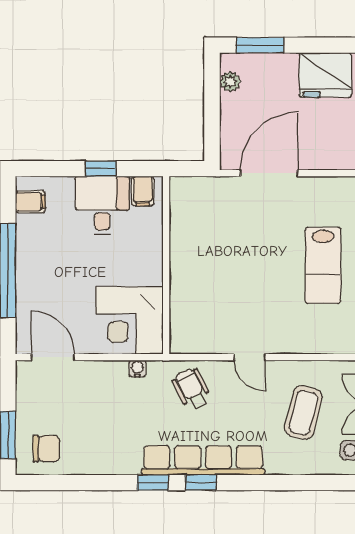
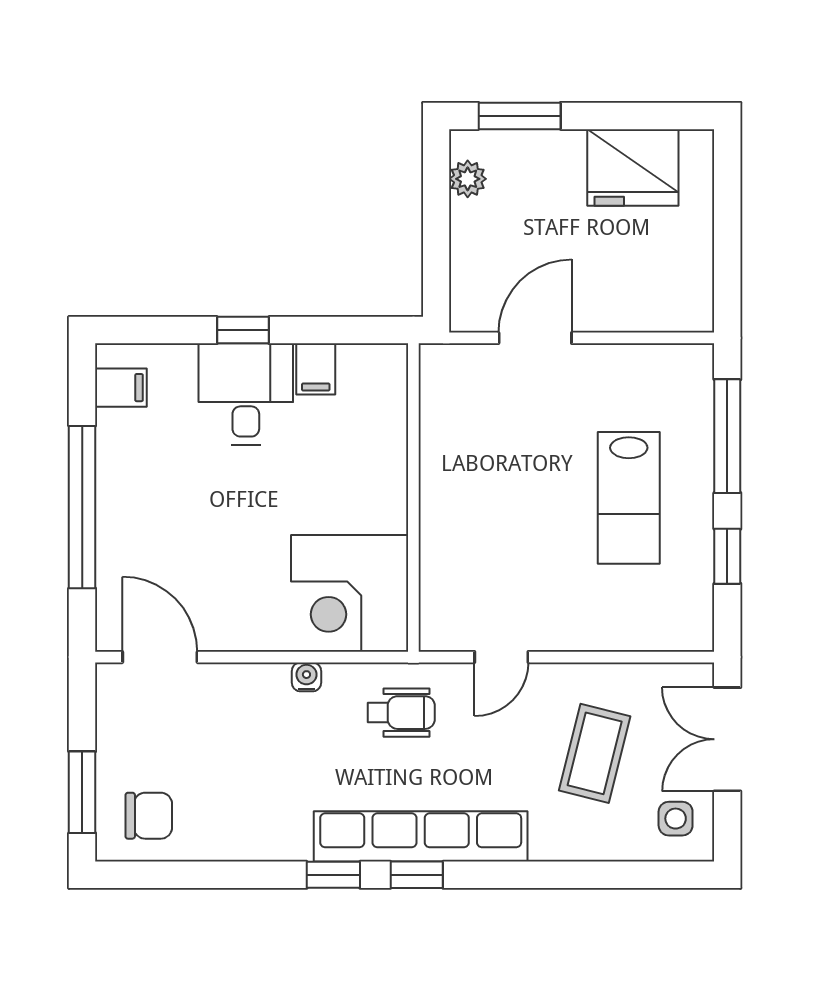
door: (269, 173) -> (535, 338), width x0.73
wall: (166, 265) -> (413, 498), moved
corner desk: (129, 320) -> (350, 593), moved
door: (250, 357) -> (501, 657), hinge flipped
wheelchair: (192, 389) -> (401, 713), turned 117

